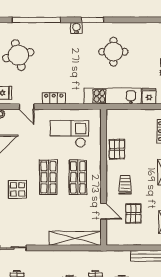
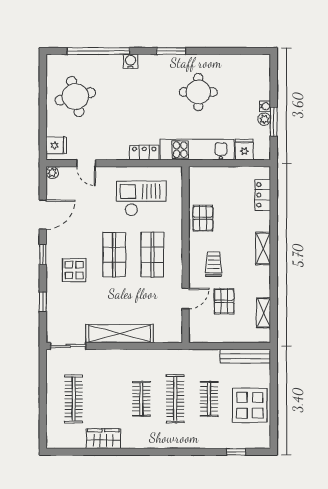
water cooler: (76, 28) -> (131, 61), moved
locker: (54, 98) -> (144, 153), moved
door: (104, 211) -> (186, 299), hinge flipped
shelving: (75, 238) -> (120, 334), moved

